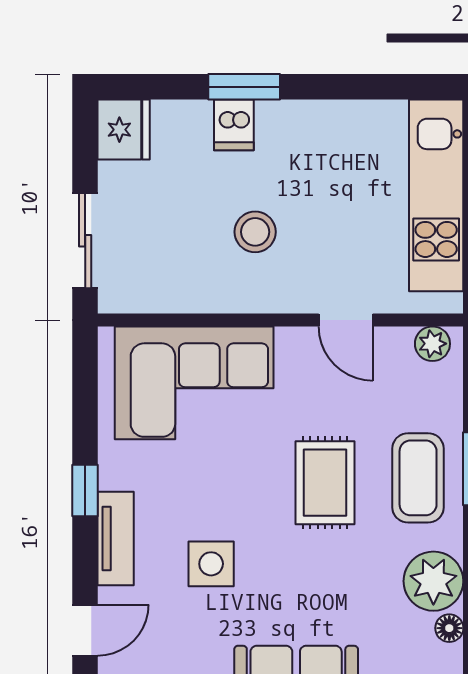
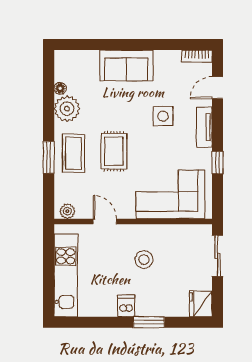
dishwasher: (234, 125) -> (126, 306), moved
window: (85, 491) -> (217, 163), moved

